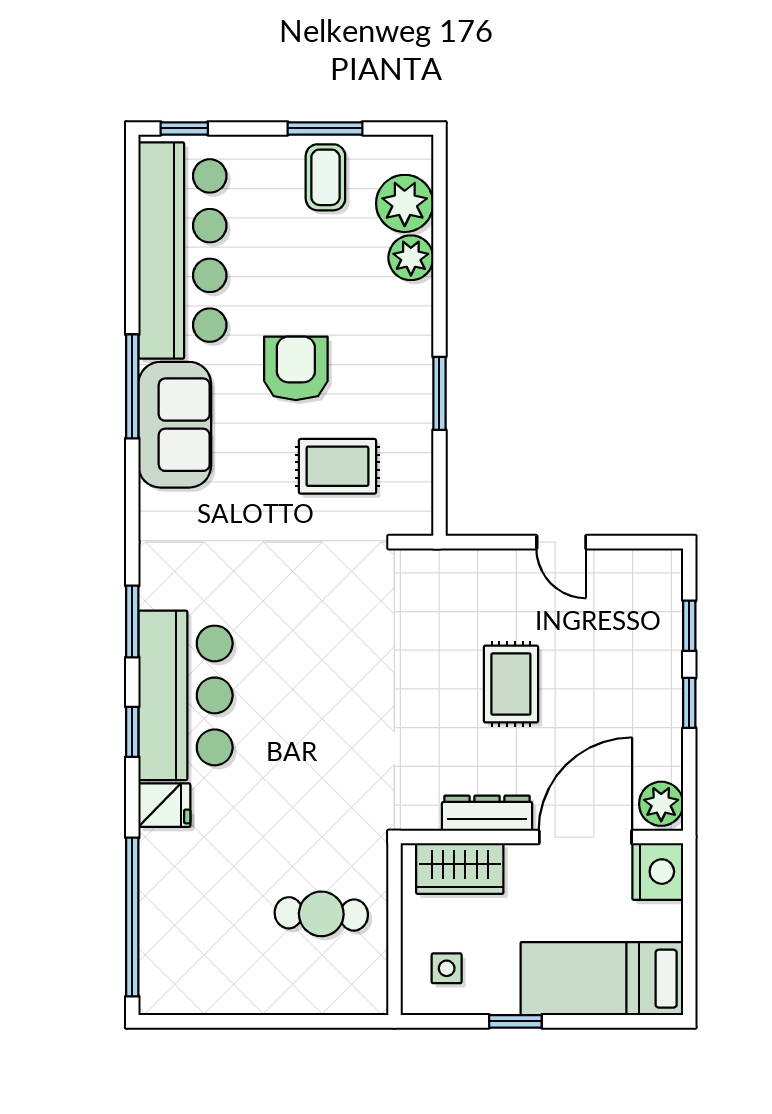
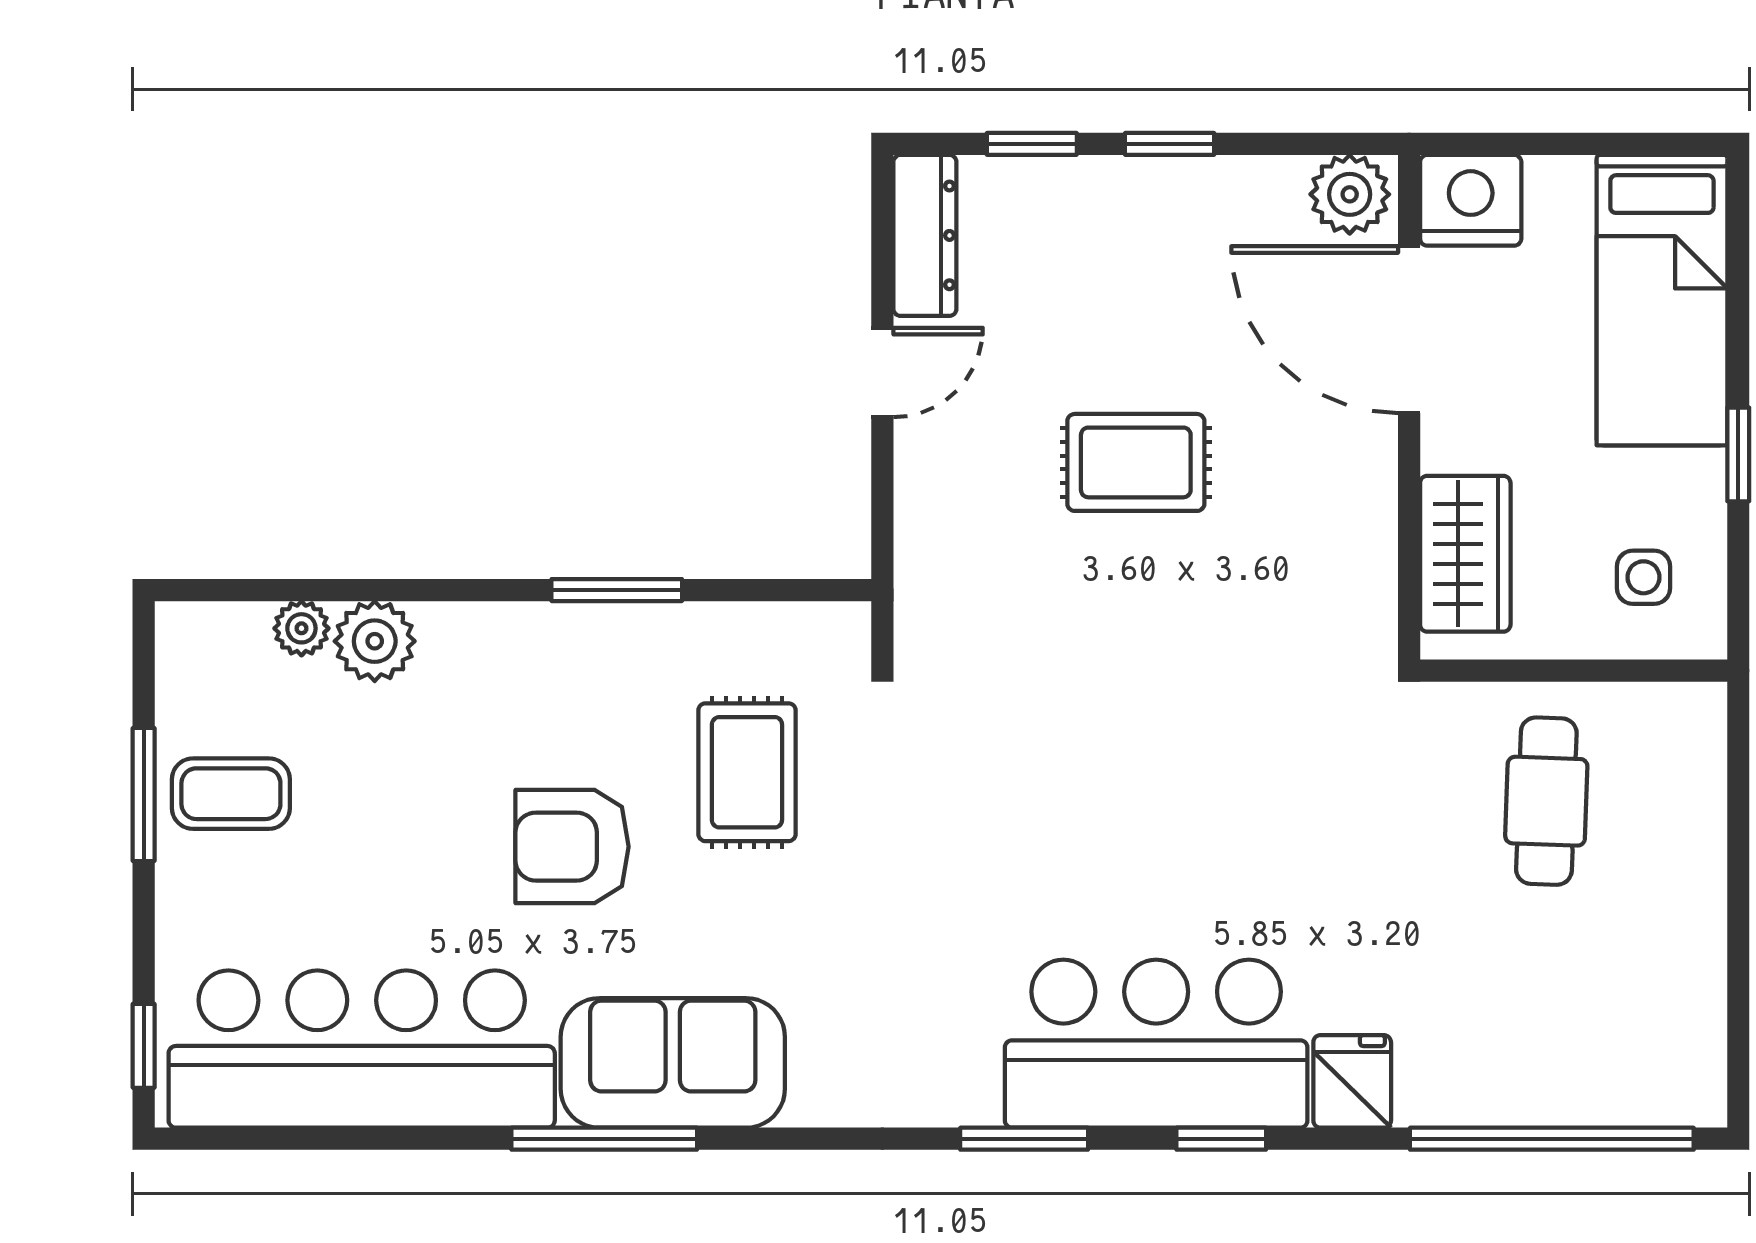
plant: (405, 203) -> (301, 628), width x0.53, depth x0.53
dresser: (487, 813) -> (925, 235), moved, turned 180

